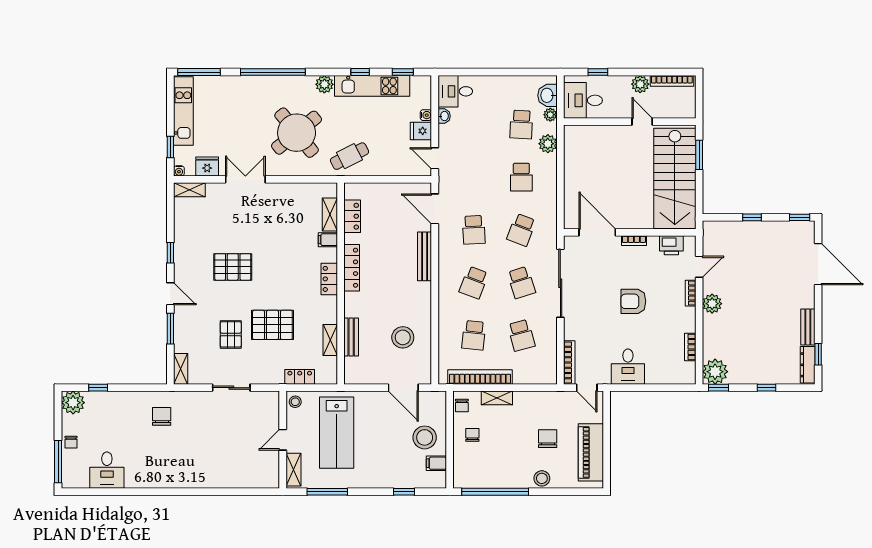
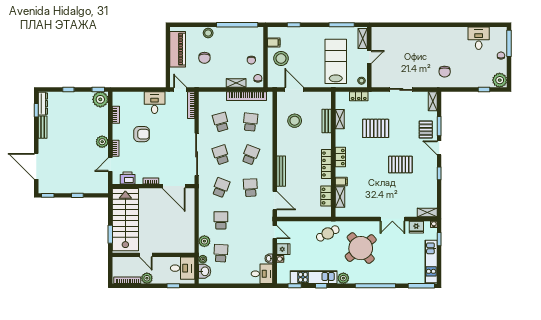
armchair: (633, 301) -> (142, 134), moved
pallet: (231, 334) -> (426, 130), moved

